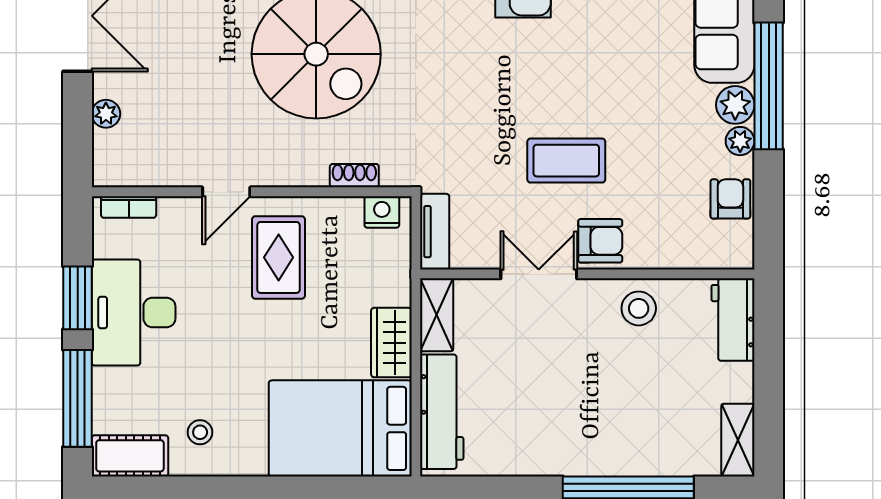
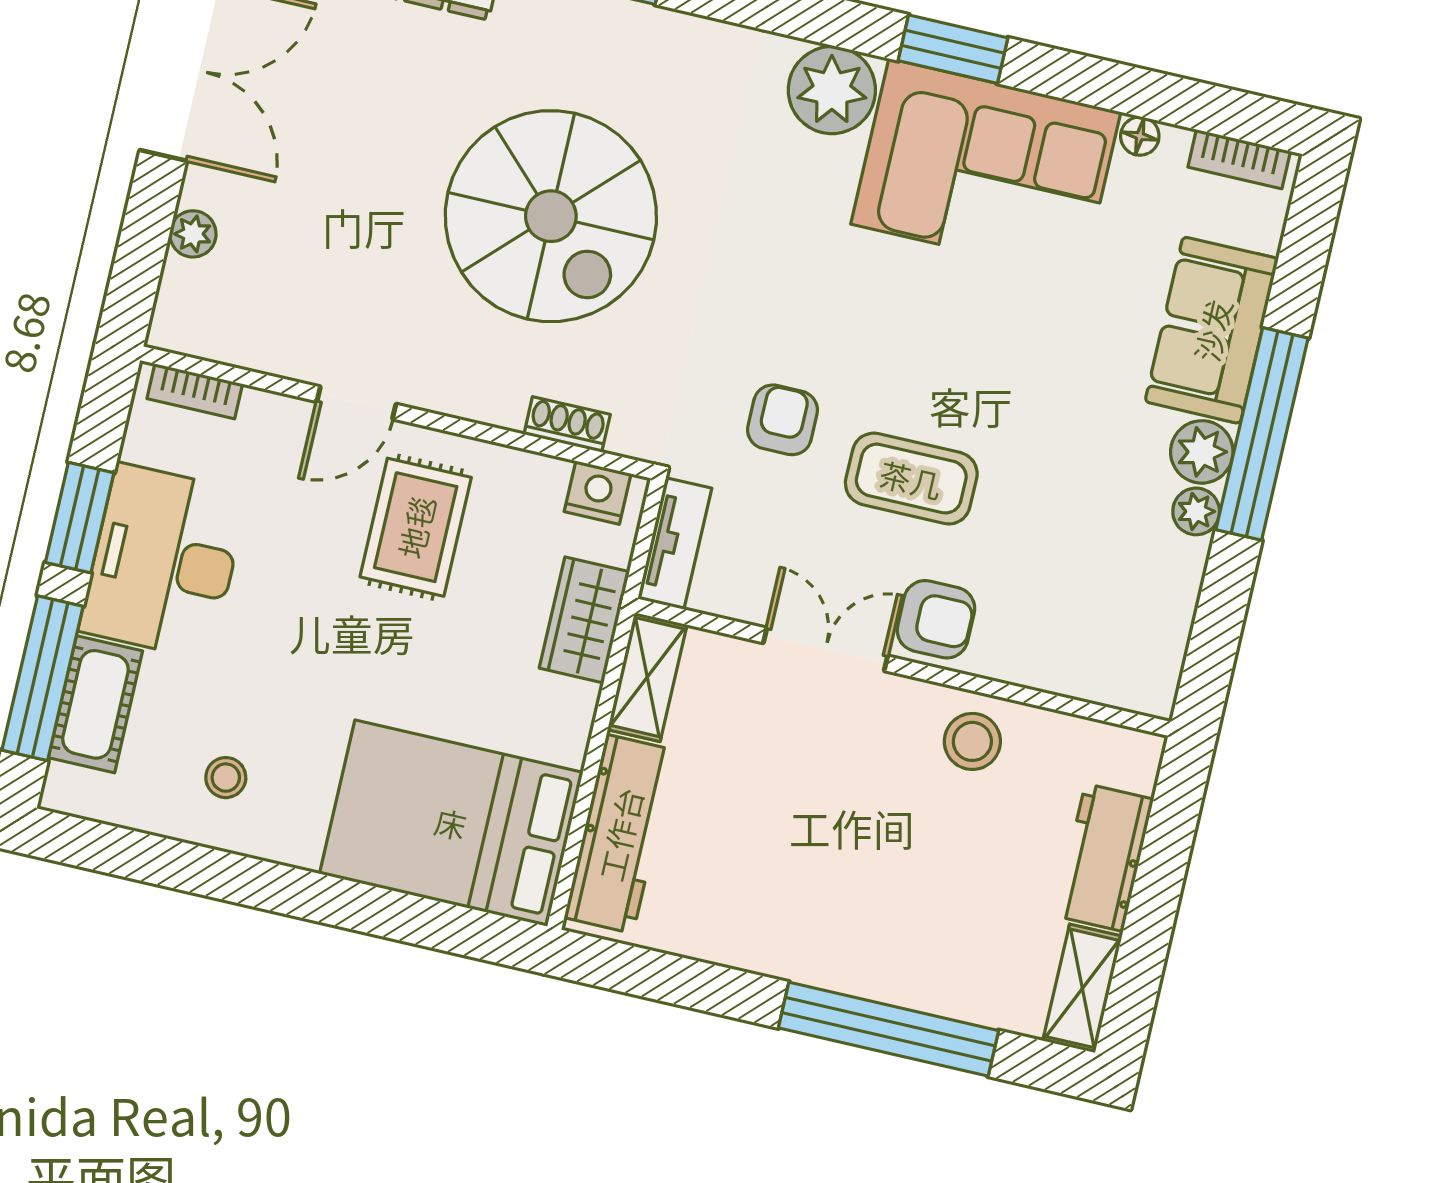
armchair: (730, 199) -> (782, 420), moved
workbench: (733, 320) -> (1104, 858), moved
wardrobe: (391, 343) -> (584, 620), moved
cot: (130, 456) -> (95, 704), moved, turned 90

